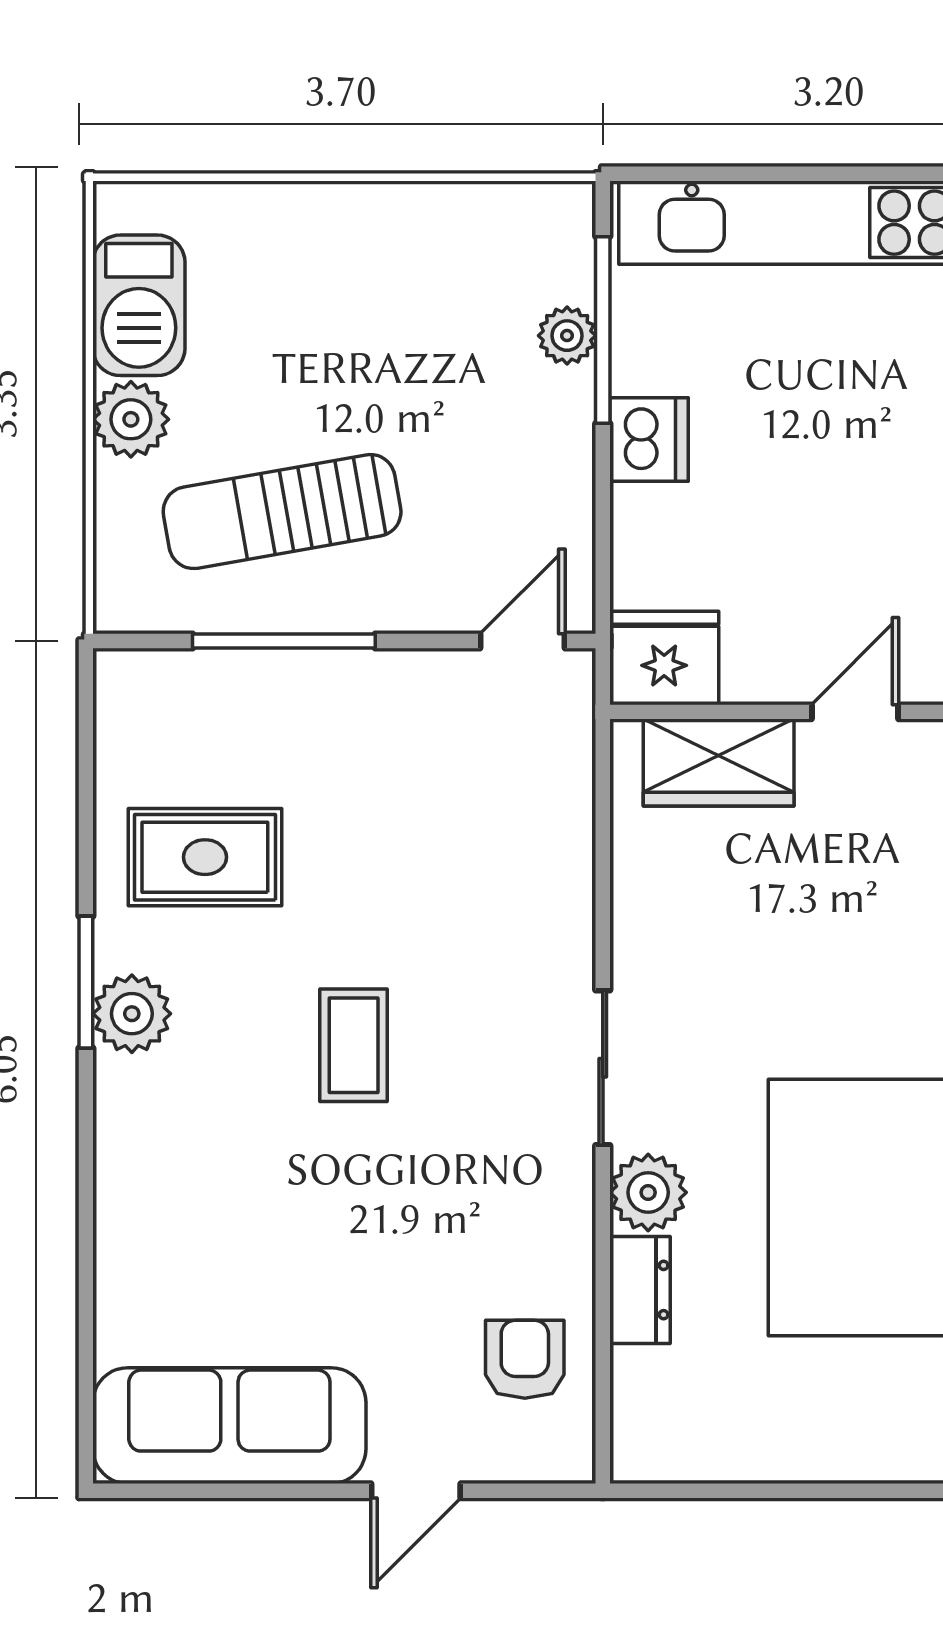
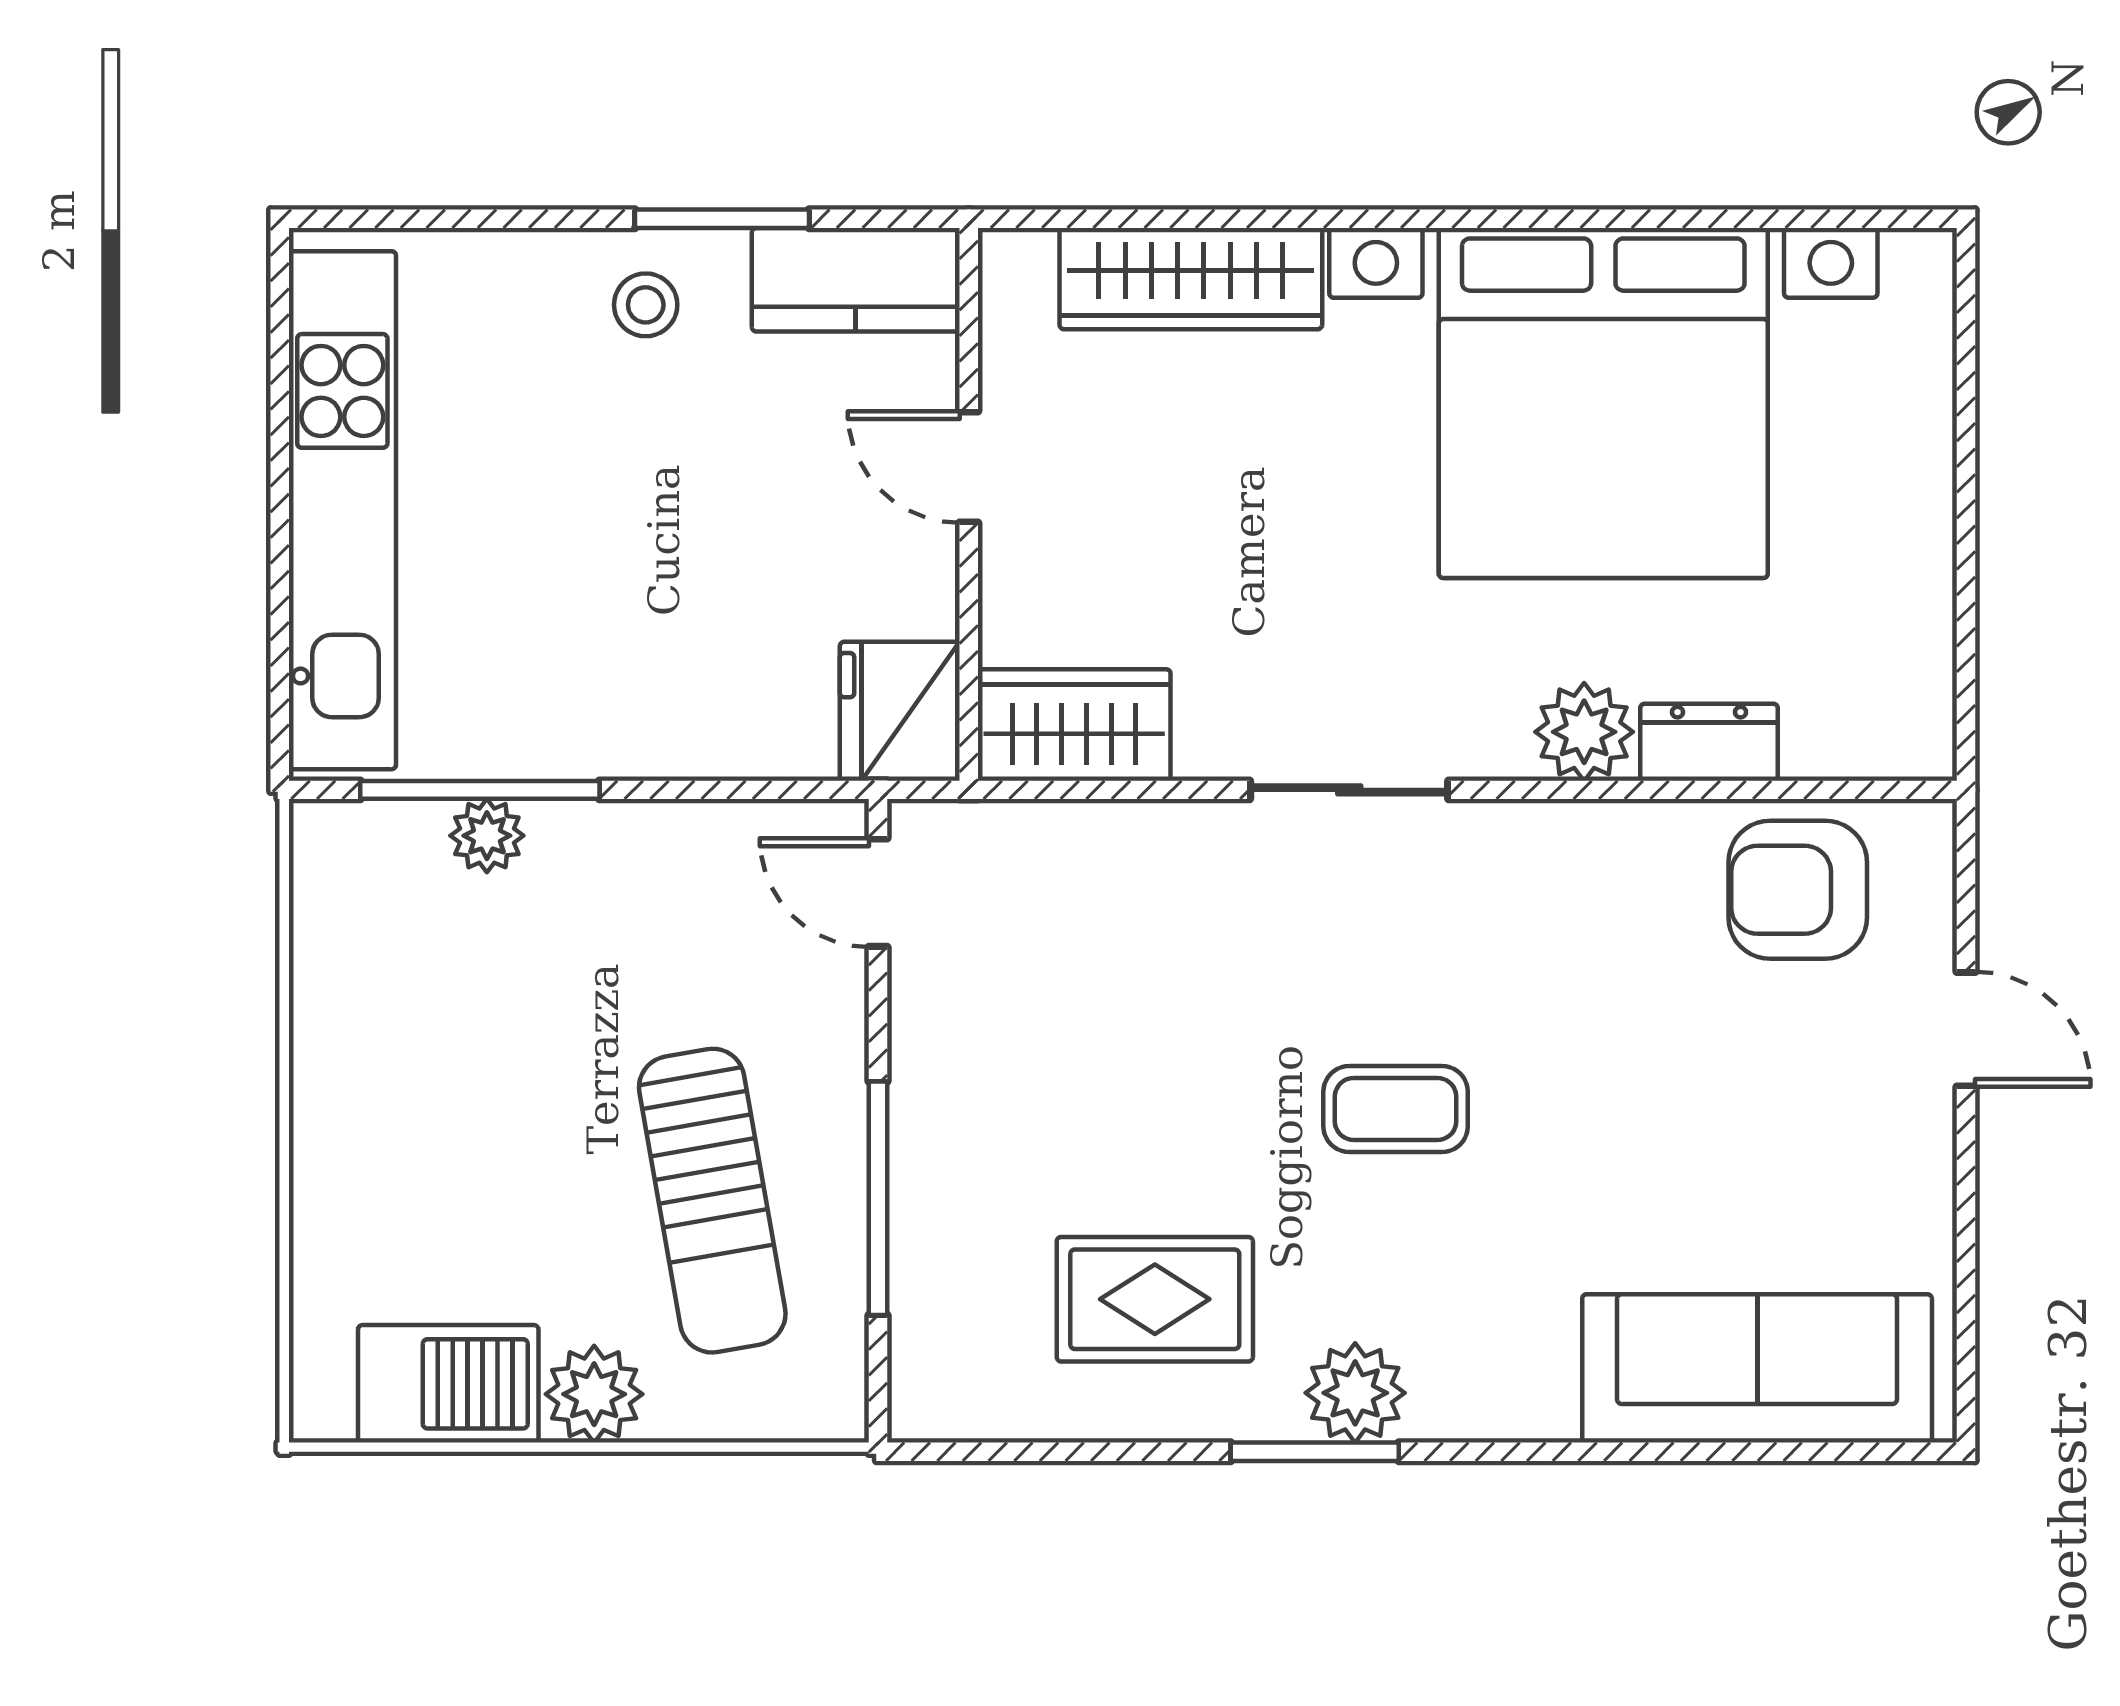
dishwasher: (649, 440) -> (620, 731), removed
wardrobe: (719, 763) -> (1074, 725), moved, turned -90
rug: (205, 857) -> (1155, 1299), turned 90
sliding door: (603, 1068) -> (1349, 790), moved
armchair: (525, 1359) -> (1798, 890), width x1.38, depth x1.38
sofa: (229, 1426) -> (1757, 1368), moved, turned 90

